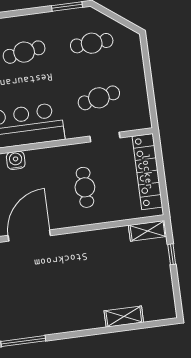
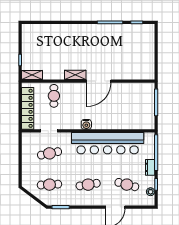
water cooler: (16, 160) -> (86, 124), moved
cafe table: (85, 187) -> (54, 96), moved
shelving: (124, 317) -> (75, 75), moved

